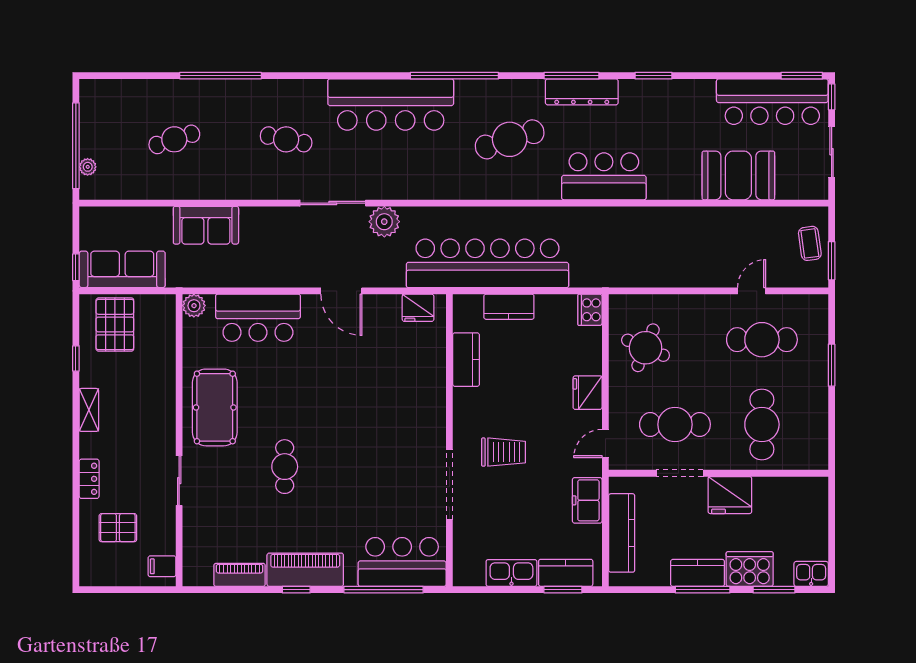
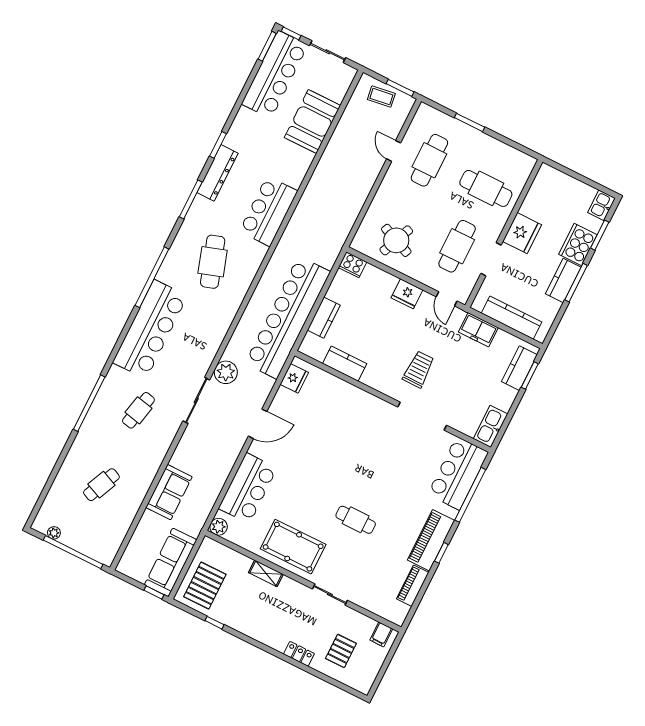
window: (221, 76) -> (89, 403), moved
dresser: (582, 92) -> (217, 173), moved
cafe table: (174, 139) -> (101, 485), turned 42
plant: (88, 167) -> (54, 533), moved
pallet: (115, 325) -> (205, 586), turned 90
shelving: (89, 410) -> (266, 573), moved
kitchen sink: (511, 573) -> (490, 426), moved

